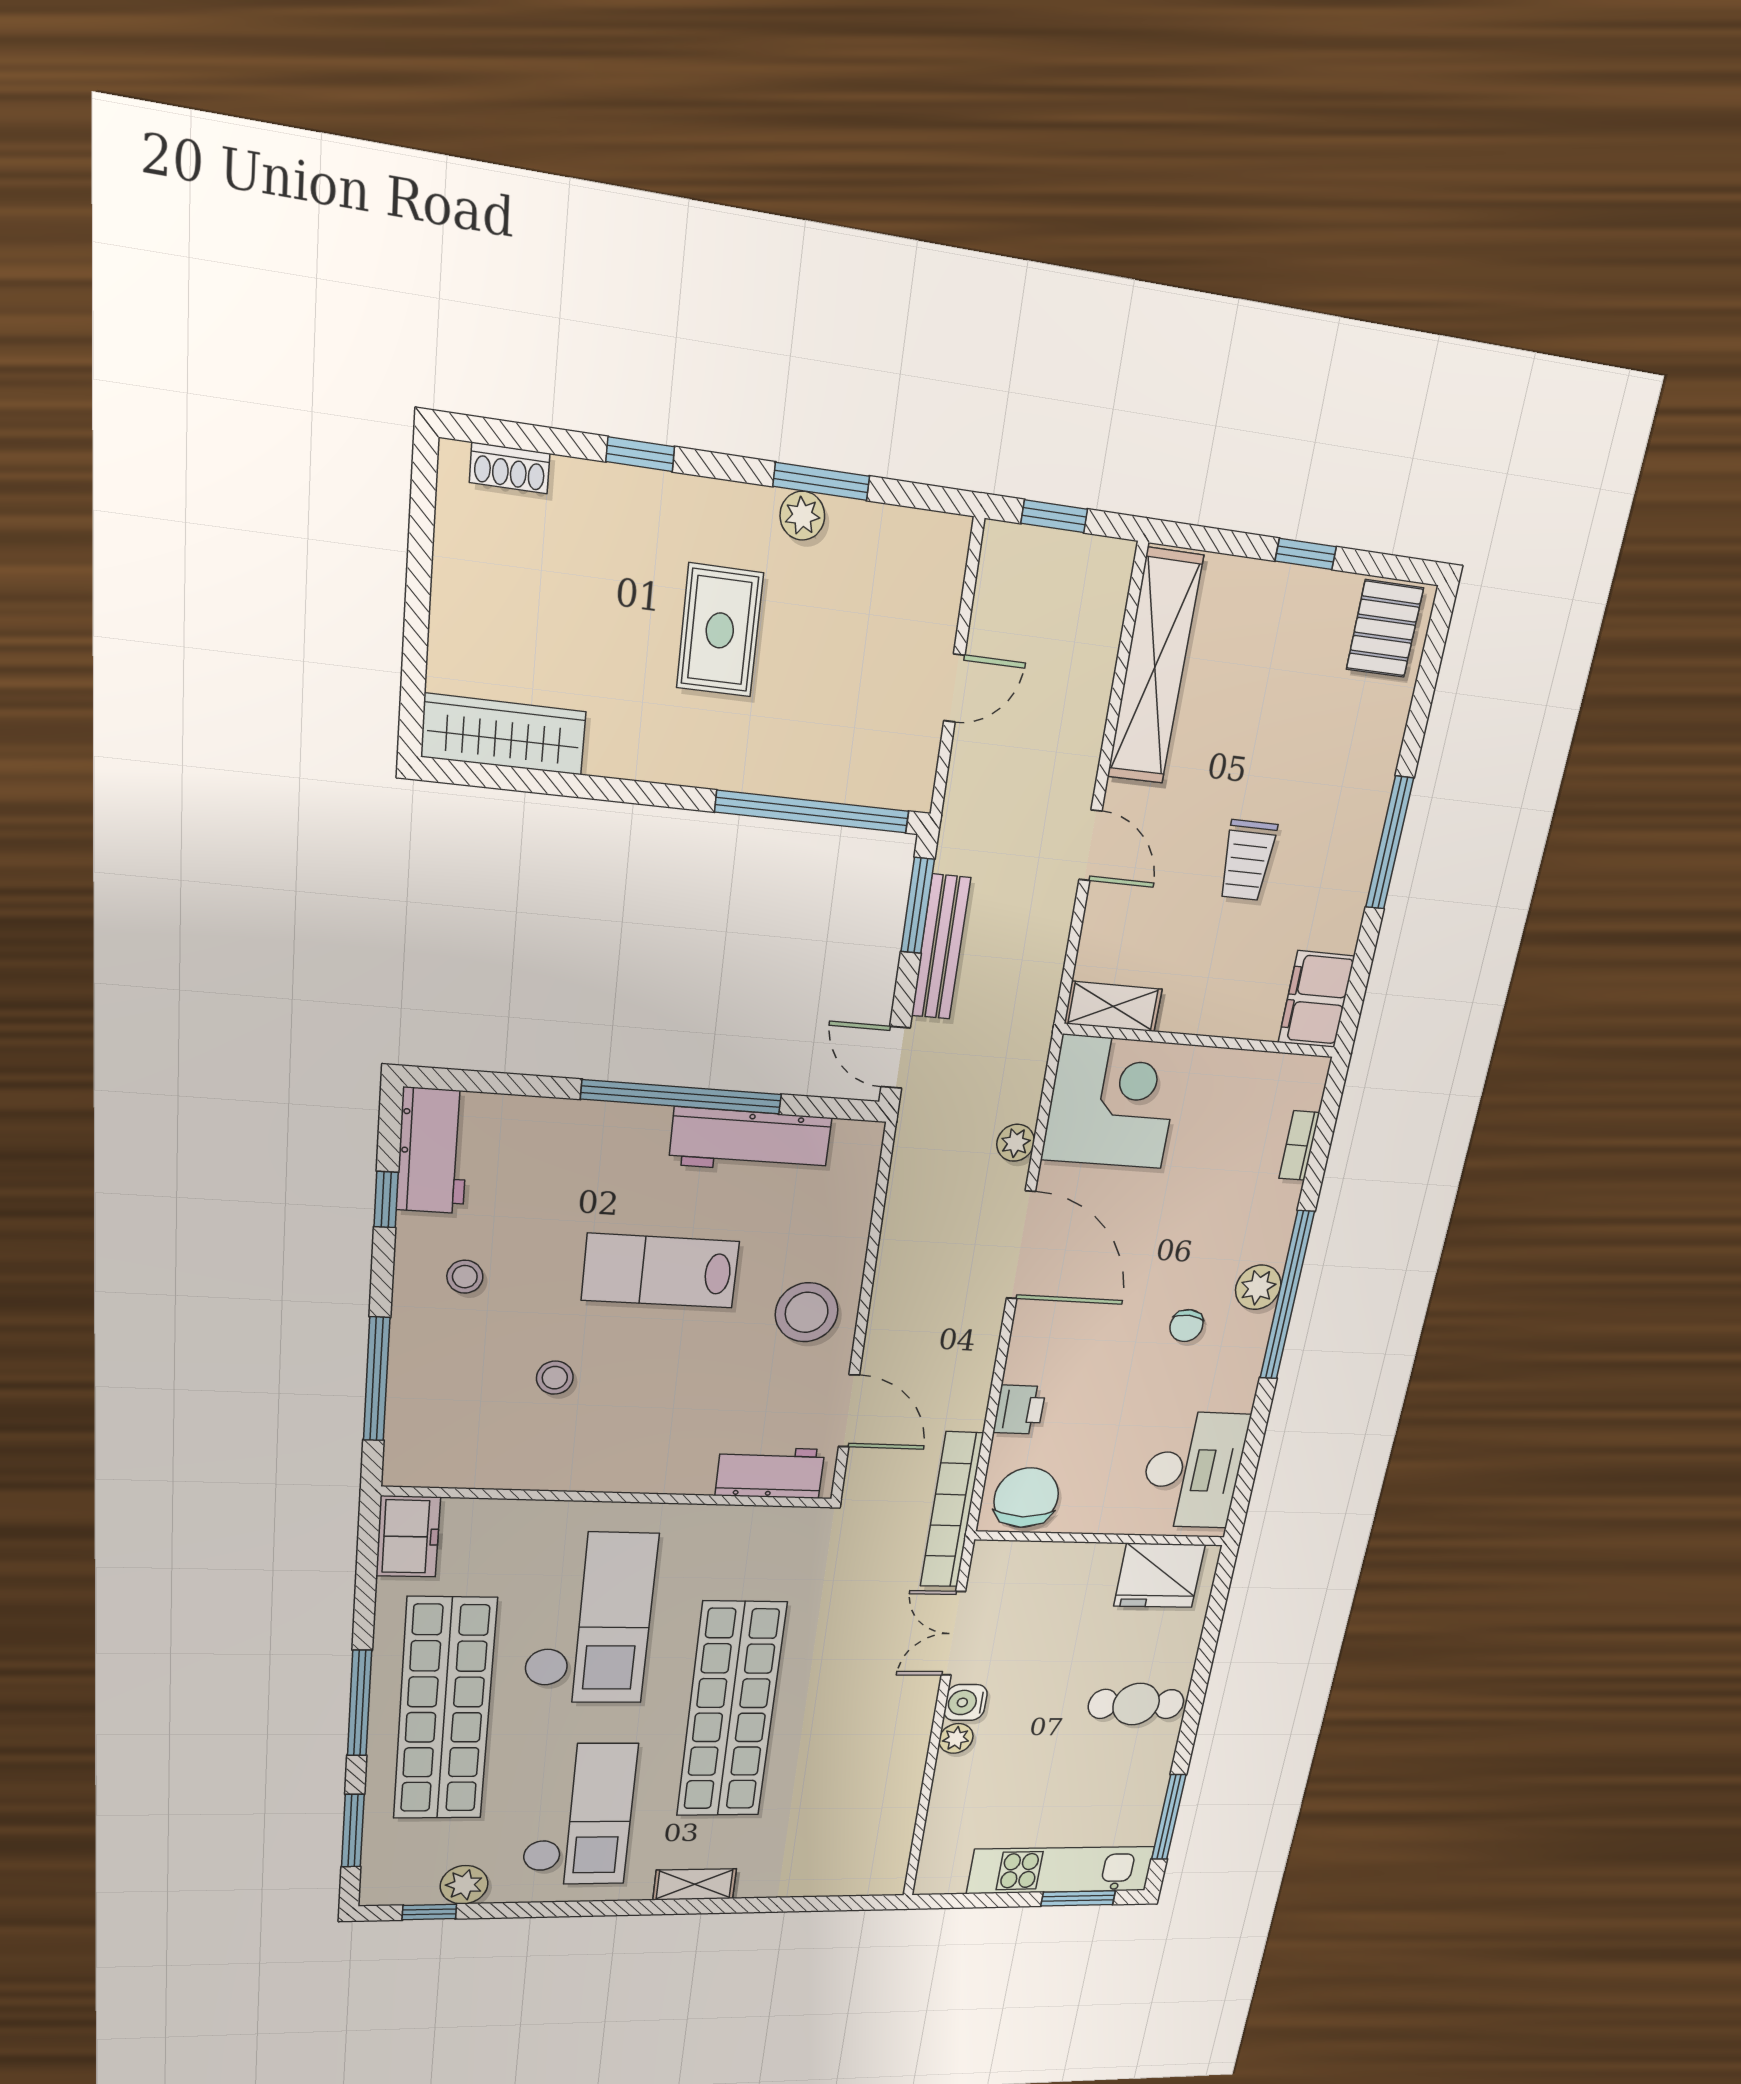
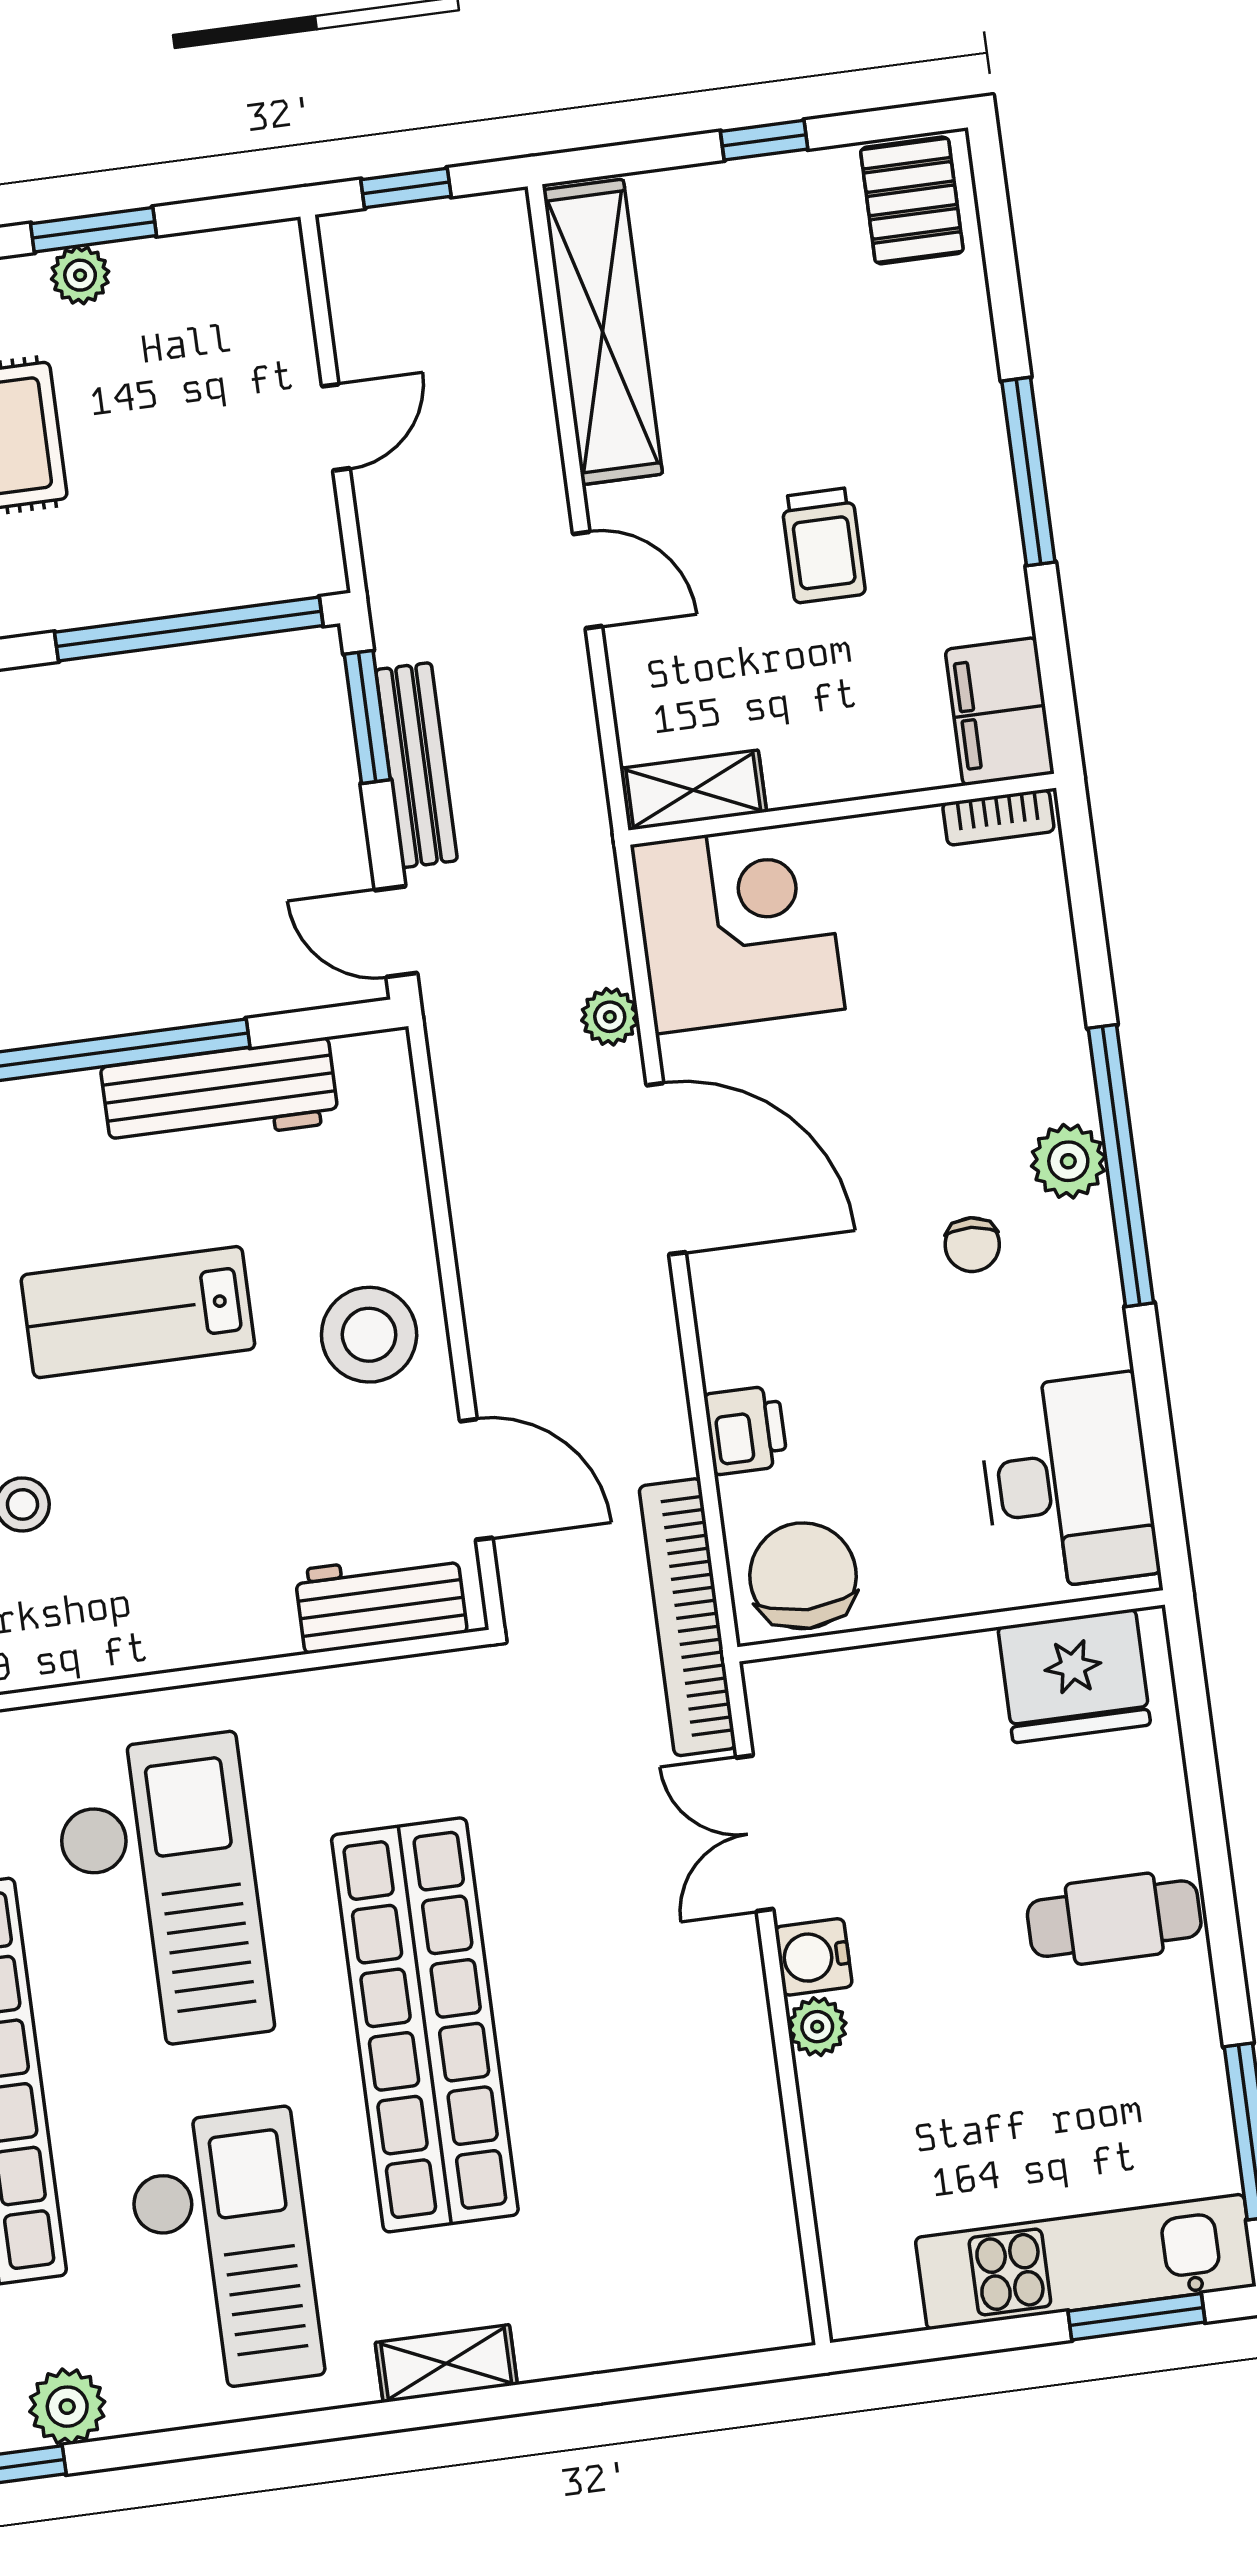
bookcase: (1299, 1145) -> (998, 817), moved, turned -90

